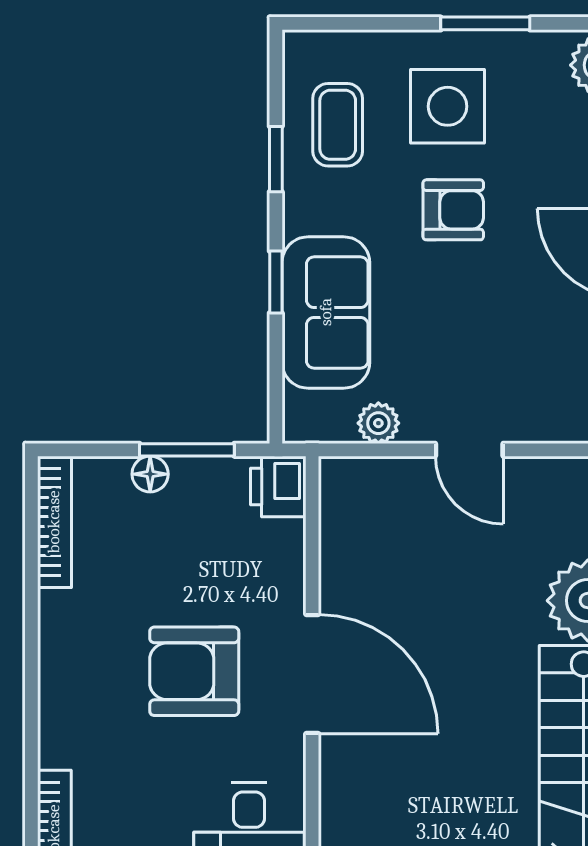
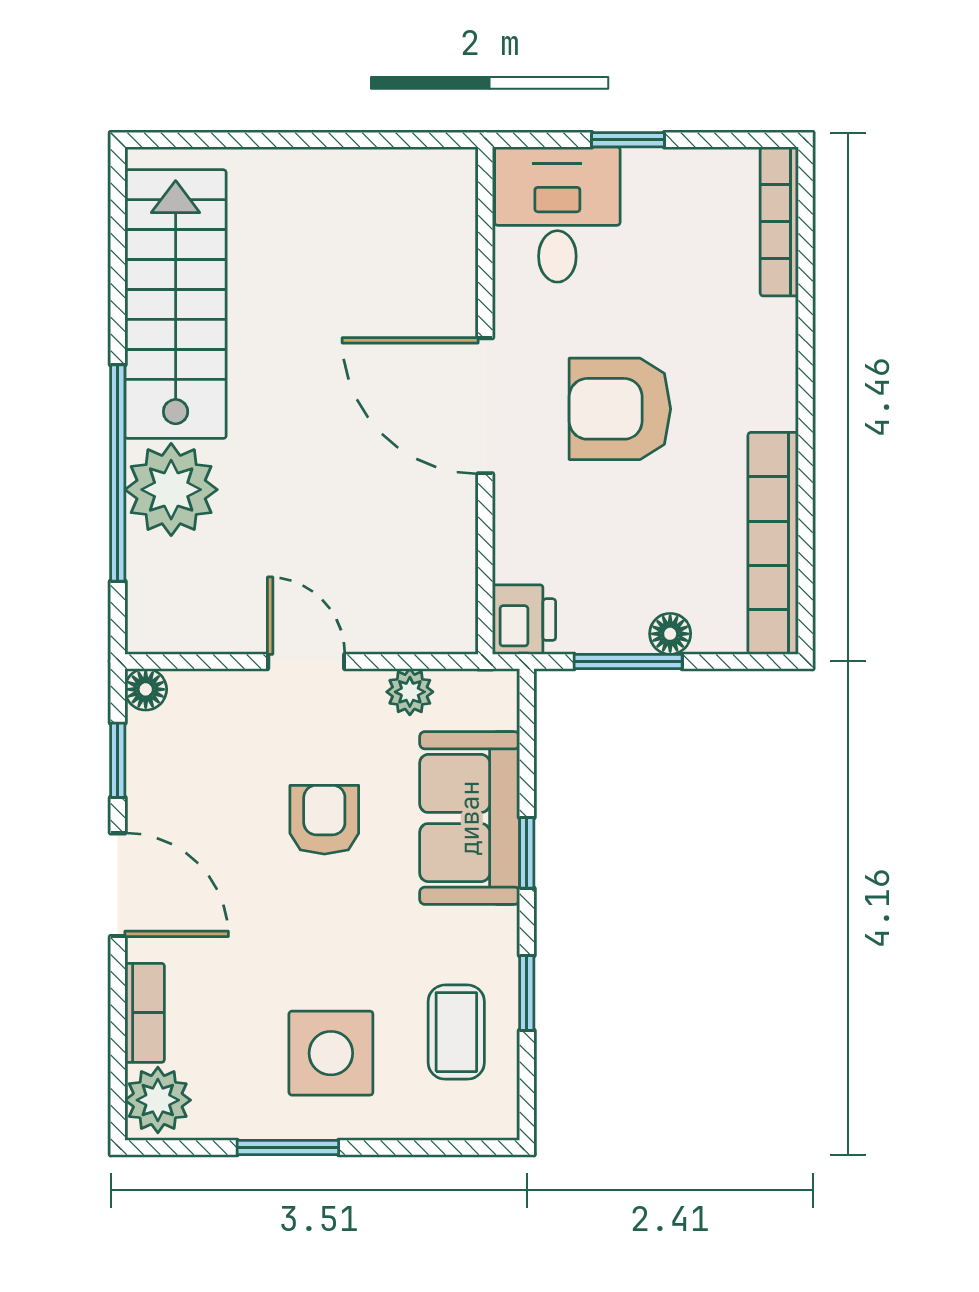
armchair: (453, 210) -> (324, 820), moved, turned 90
bookcase: (54, 522) -> (773, 543), width x1.48, depth x1.31
armchair: (194, 671) -> (620, 409), turned 180

